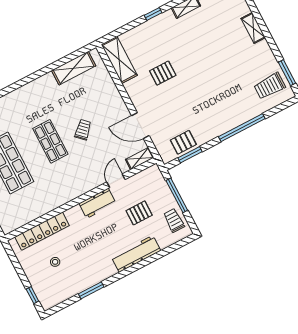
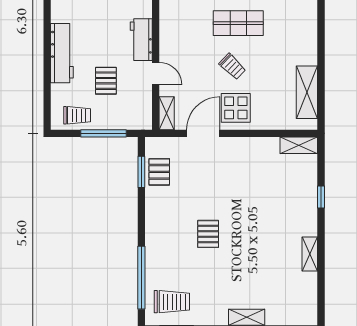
window: (153, 14) -> (321, 197), moved
shelving: (119, 60) -> (299, 145), width x0.67, depth x0.75
pallet: (163, 73) -> (208, 234), moved
trolley: (270, 86) -> (172, 302), turned 90
display table: (111, 112) -> (236, 108), added
window: (242, 128) -> (141, 278), moved

